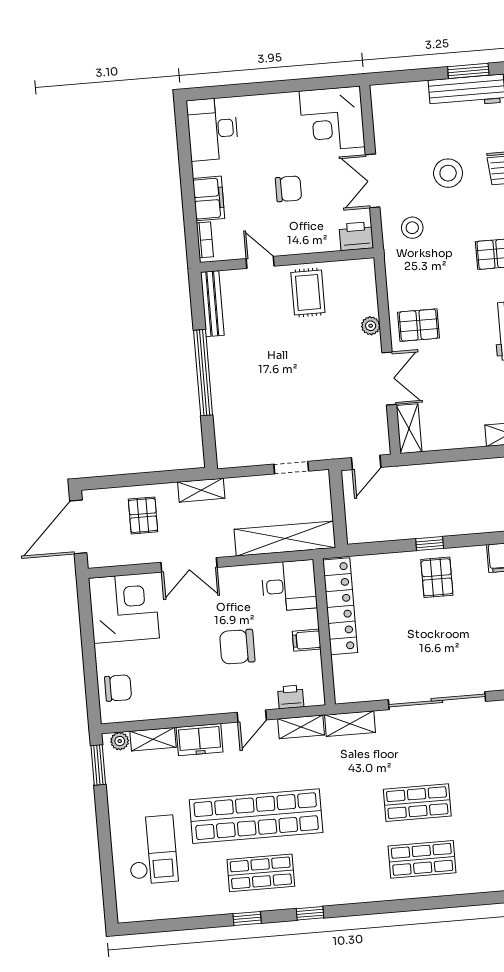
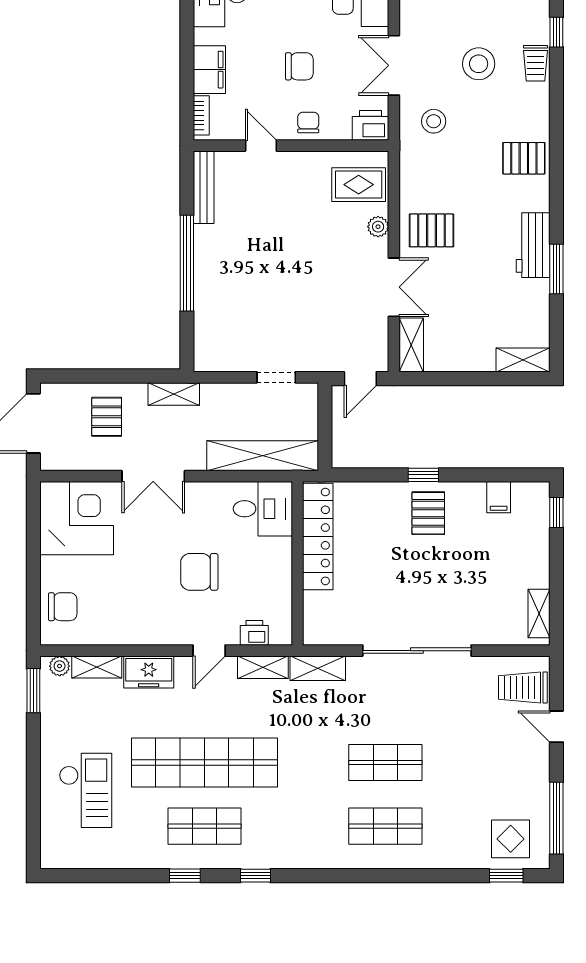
chair: (301, 238) -> (308, 123), added
rug: (308, 292) -> (359, 185), moved, turned 90
filing cabinet: (307, 640) -> (277, 571), removed

